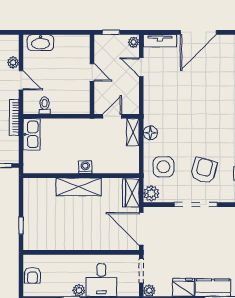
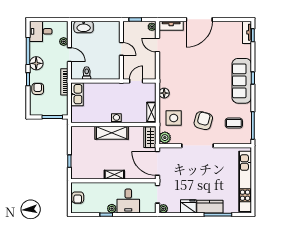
shelving: (133, 132) -> (151, 112), moved
shelving: (82, 244) -> (114, 175), added

